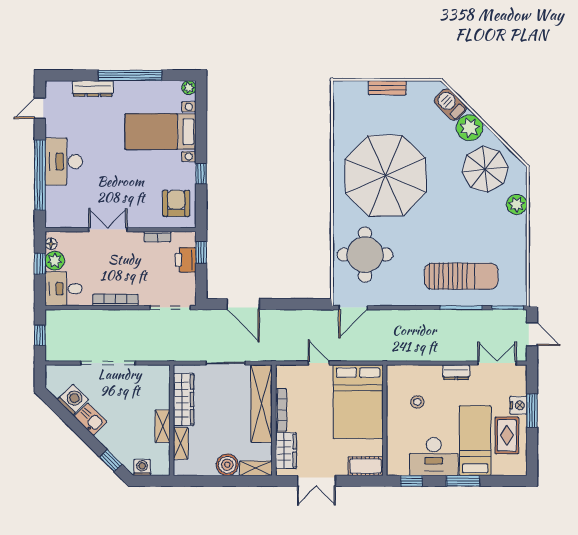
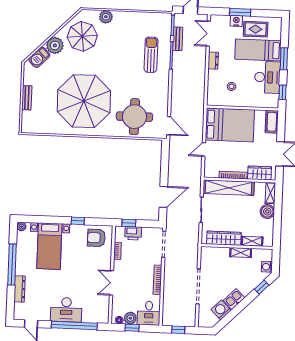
sun lounger: (461, 276) -> (151, 55), width x0.73, depth x0.75
bench: (487, 316) -> (178, 39), added

